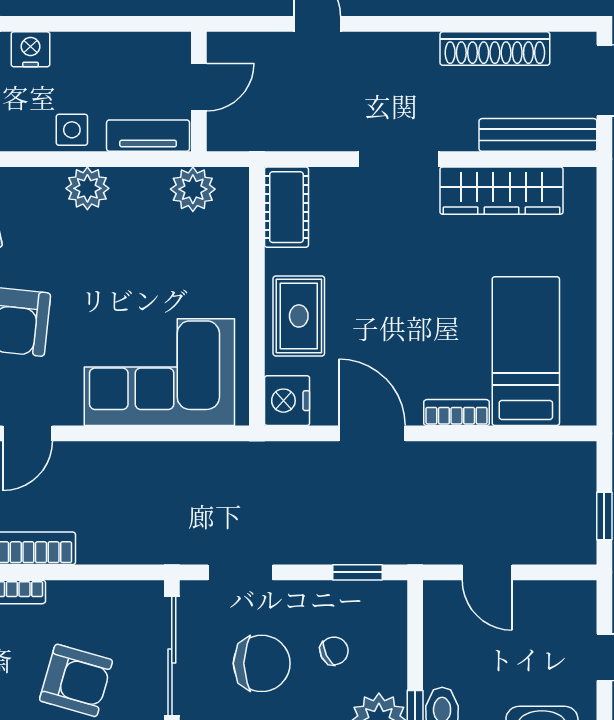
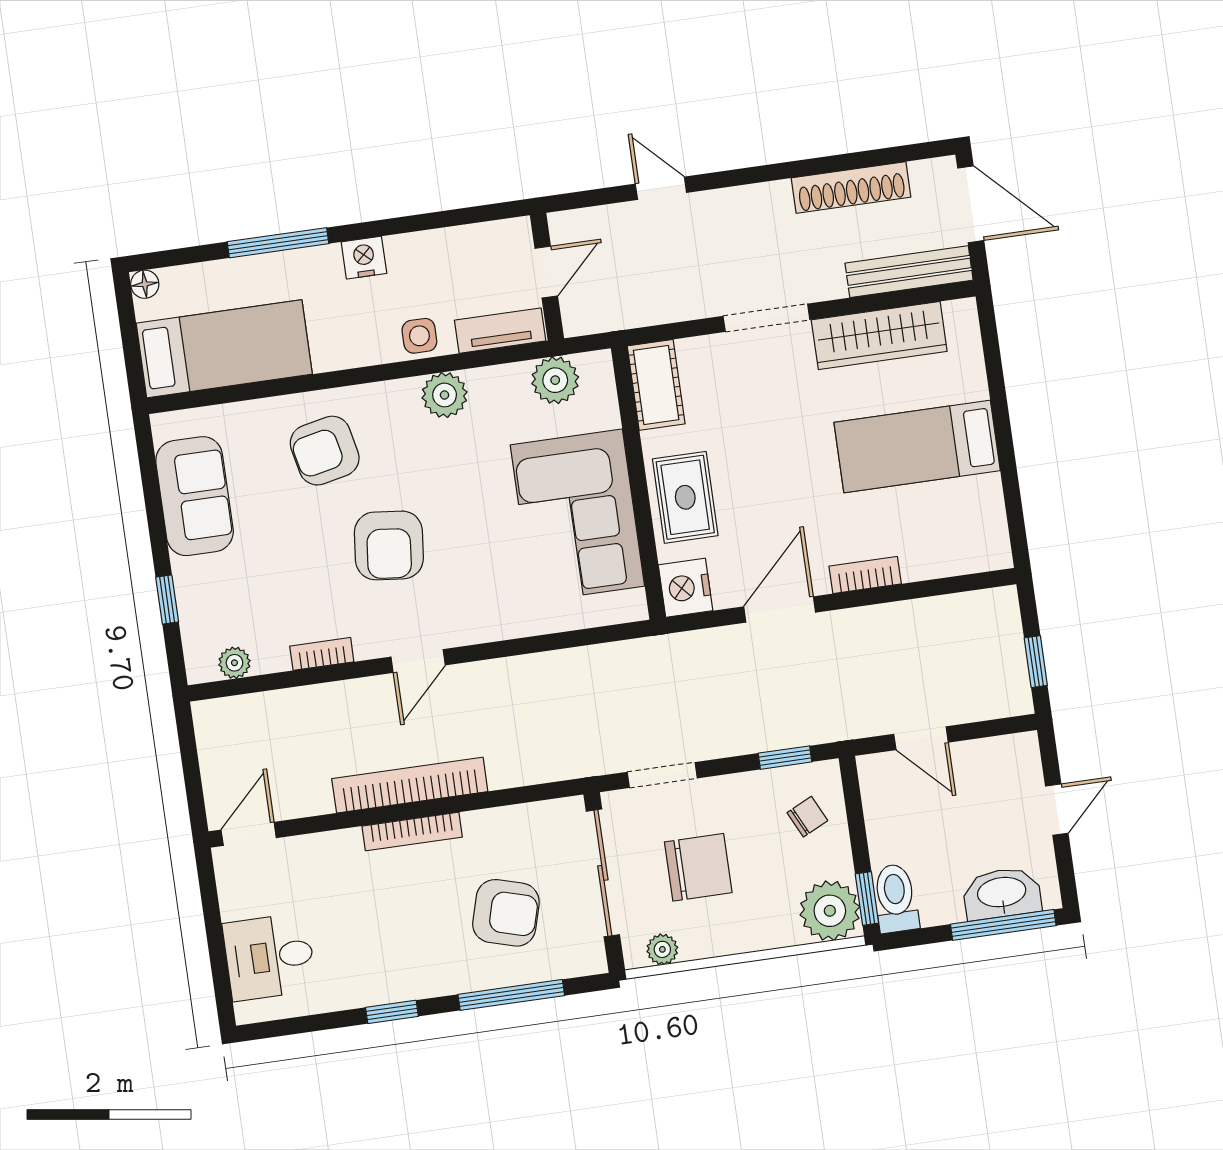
bed: (526, 351) -> (917, 446), moved, turned -90
corner sofa: (159, 372) -> (577, 515), moved, turned -90
door: (372, 433) -> (780, 609), hinge flipped
chair: (334, 651) -> (807, 817), moved

